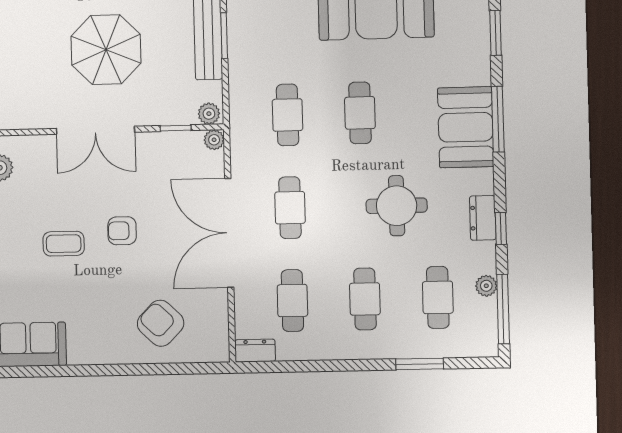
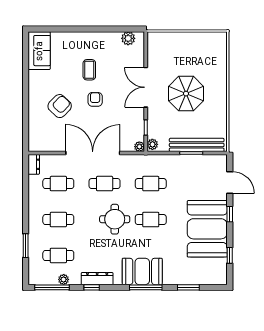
round table: (397, 206) -> (115, 219), moved
dresser: (483, 218) -> (97, 279), width x1.44
armchair: (161, 323) -> (60, 106), moved

